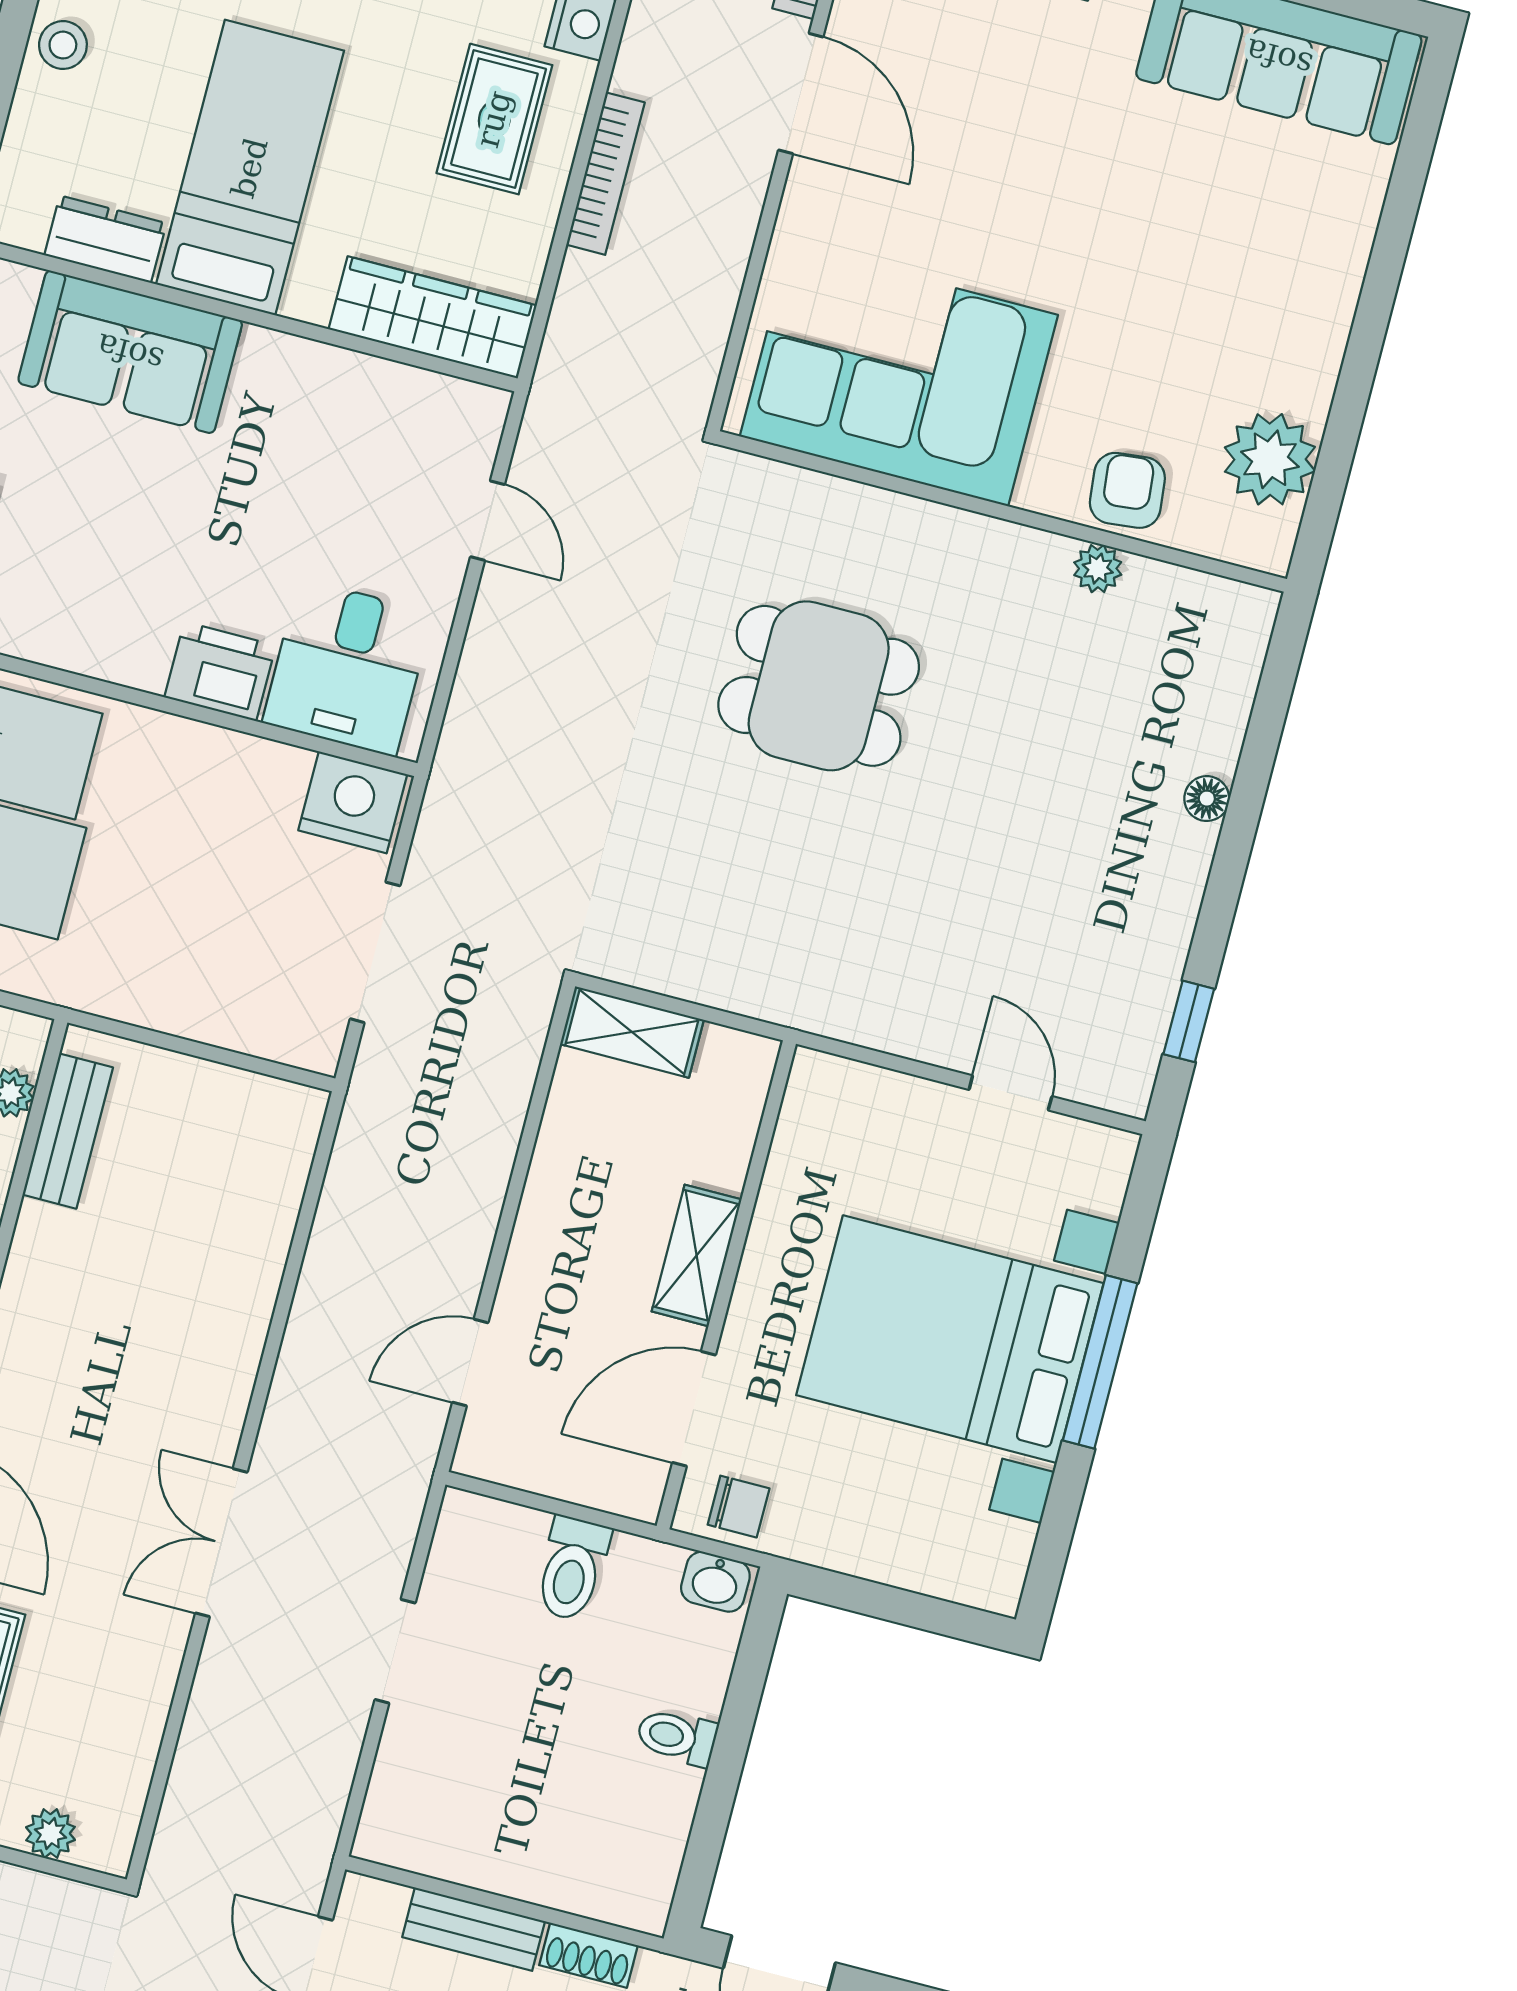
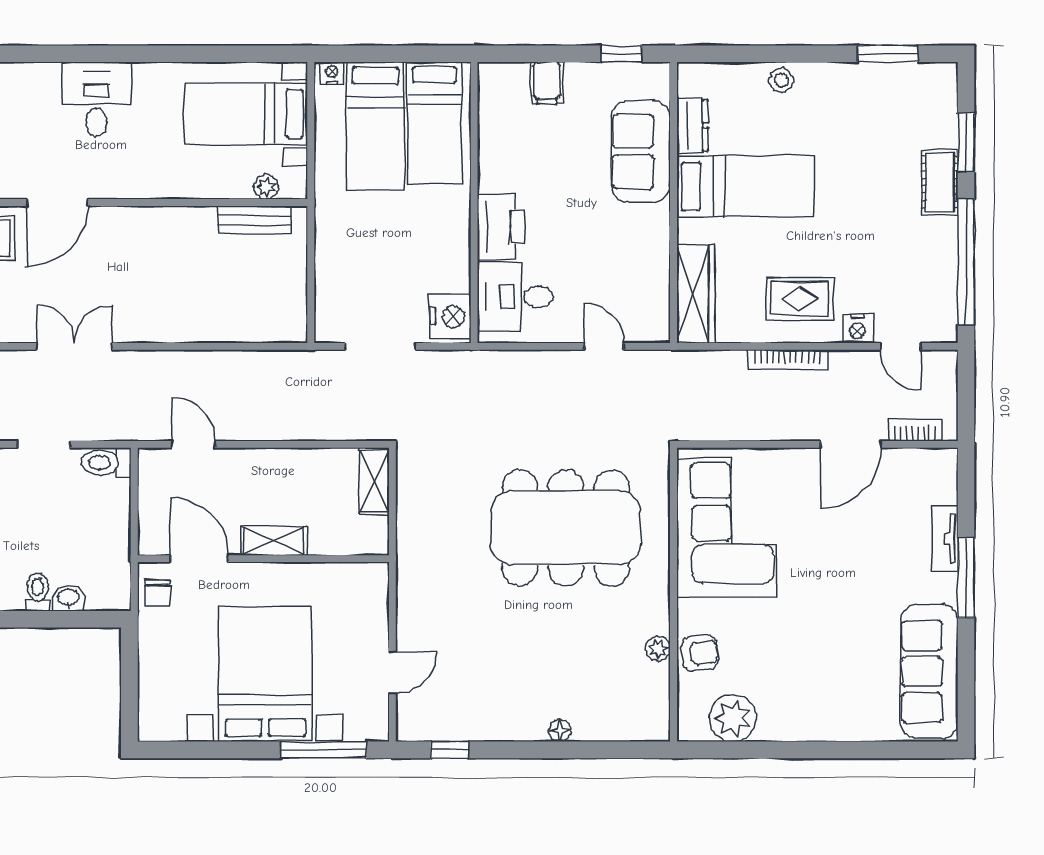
door: (488, 521) -> (604, 346), swing flipped
printer: (220, 671) -> (501, 227), width x1.37, depth x1.19
dining table: (819, 686) -> (566, 528), width x1.88, depth x1.24
window: (1100, 1362) -> (323, 750), moved
toilet: (572, 1569) -> (106, 463), moved
washbasin: (715, 1582) -> (68, 598), moved, turned 90

